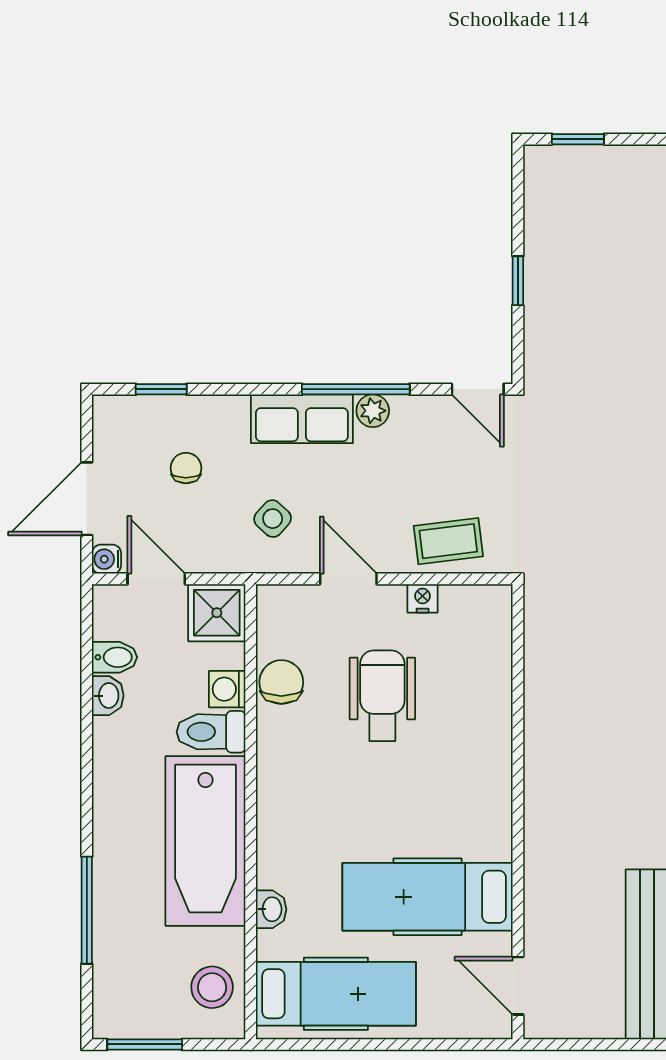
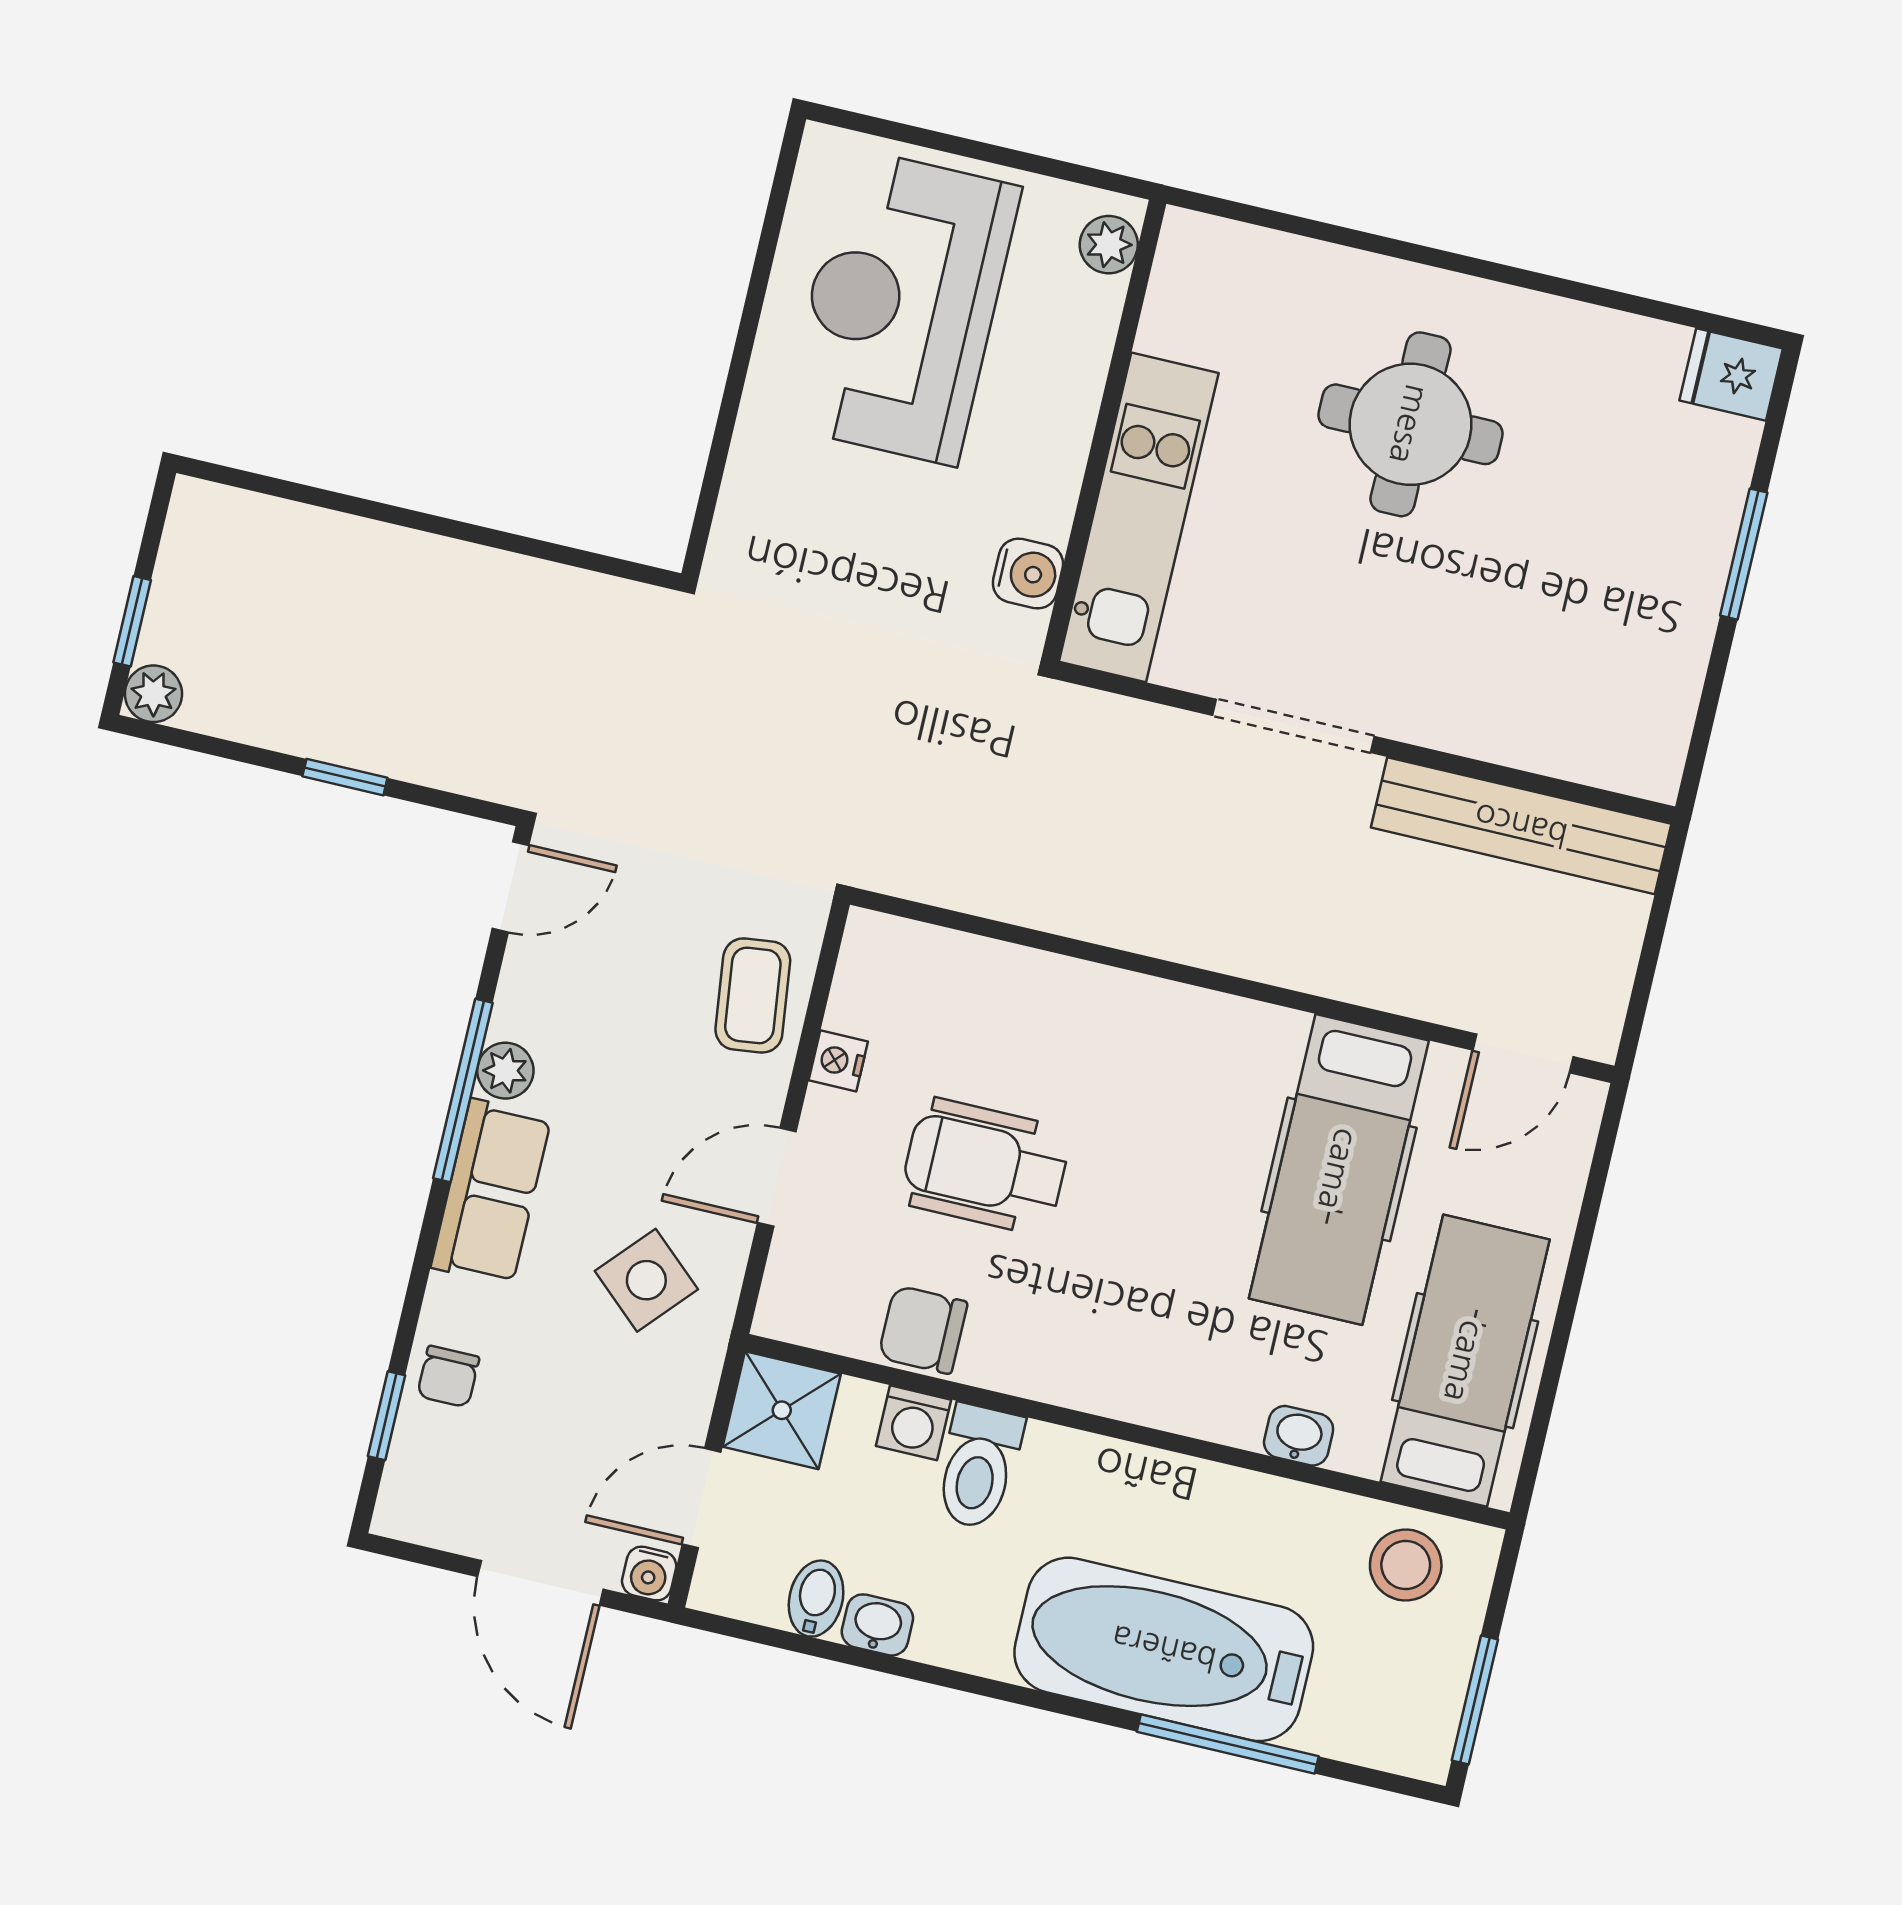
plant: (540, 161) -> (153, 694), added
chair: (186, 468) -> (448, 1376), moved, turned -90
side table: (273, 519) -> (646, 1280), width x1.37, depth x1.37
bathtub: (205, 841) -> (1164, 1649), moved, turned 180

